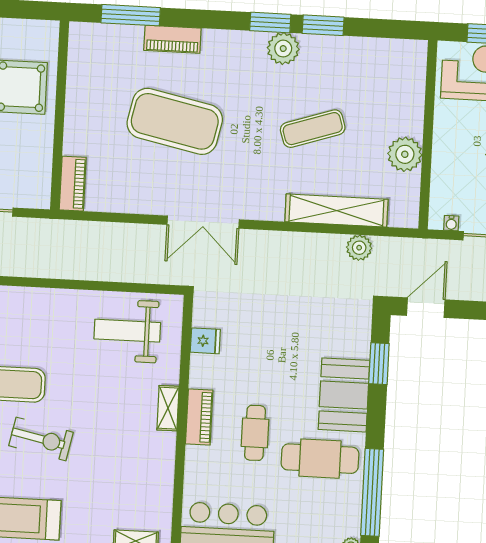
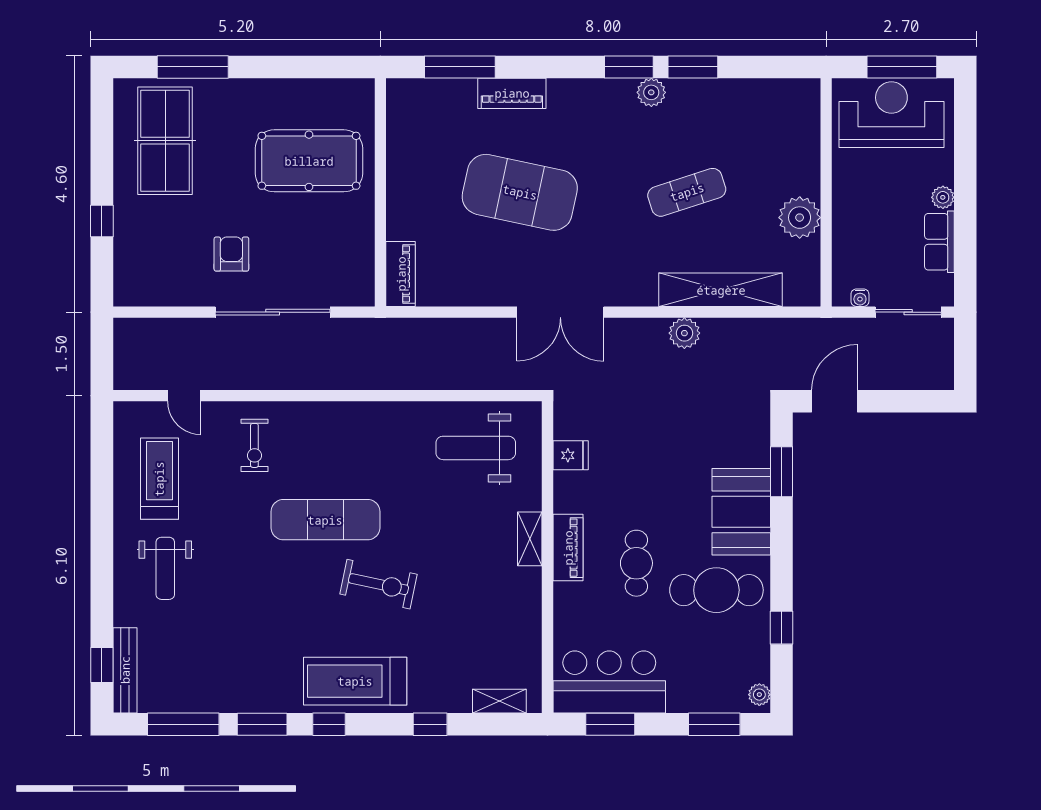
plant: (283, 49) -> (651, 92), width x0.73, depth x0.73
plant: (359, 248) -> (684, 333), moved
window: (372, 492) -> (782, 628), width x0.32

